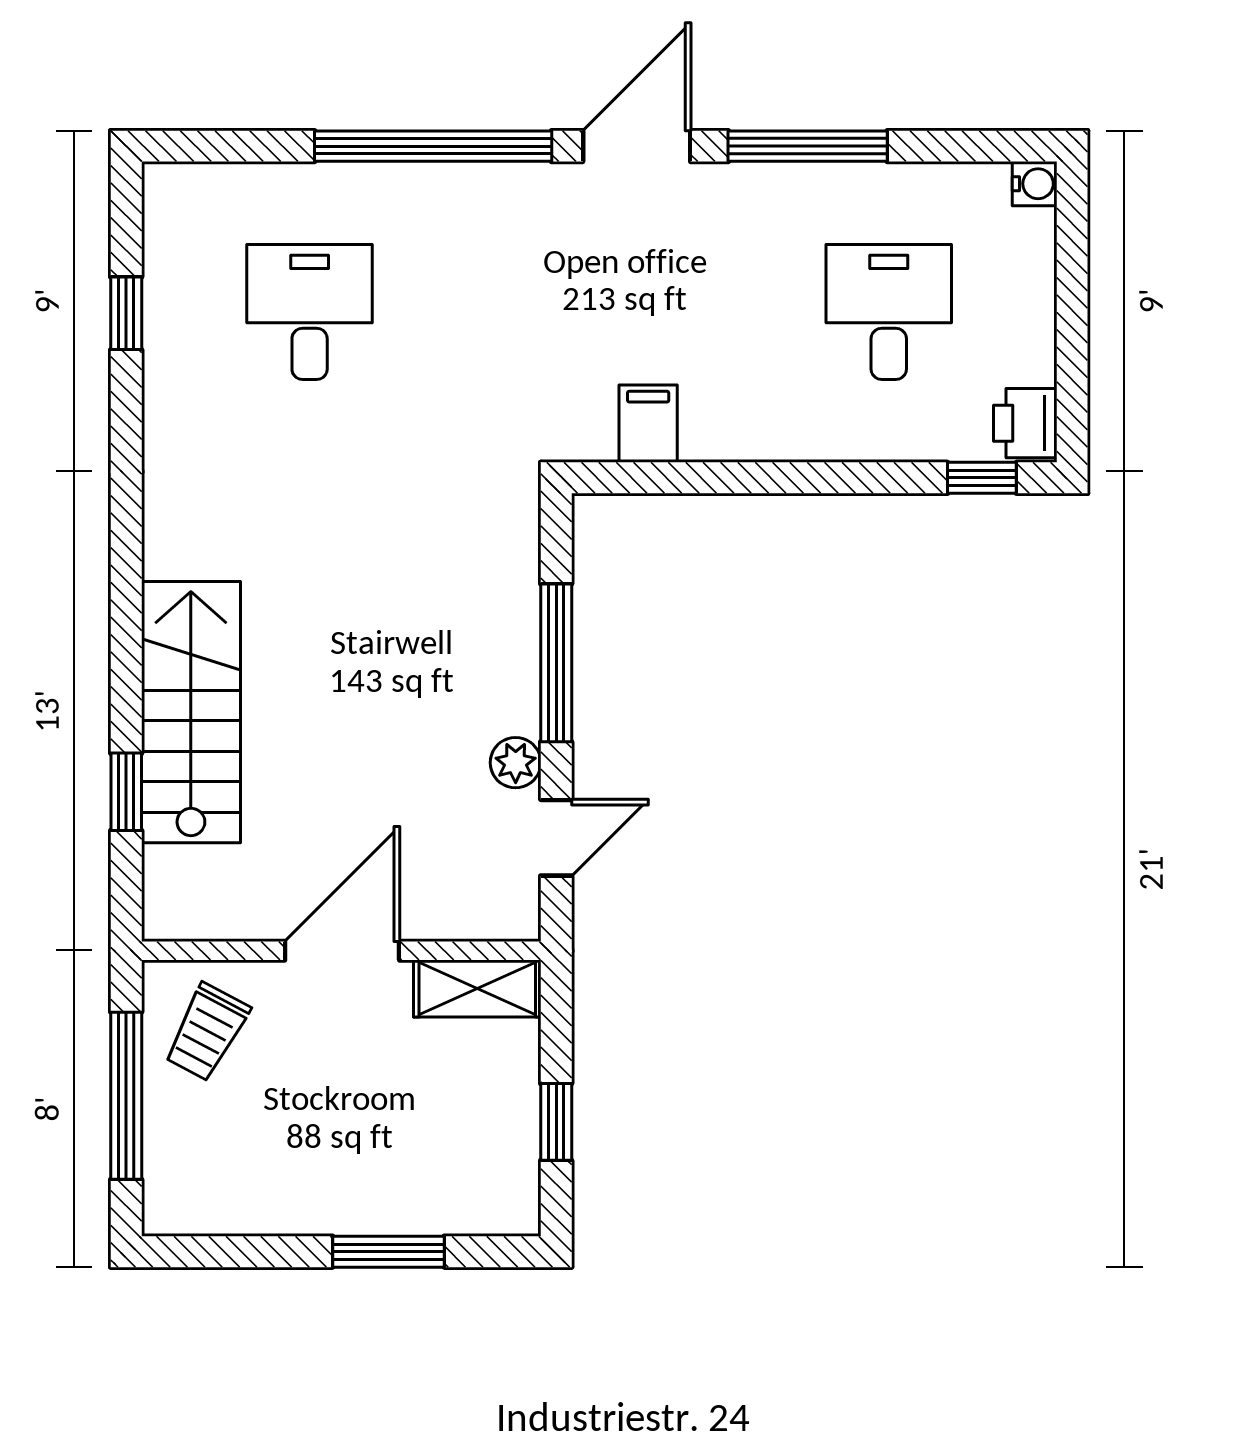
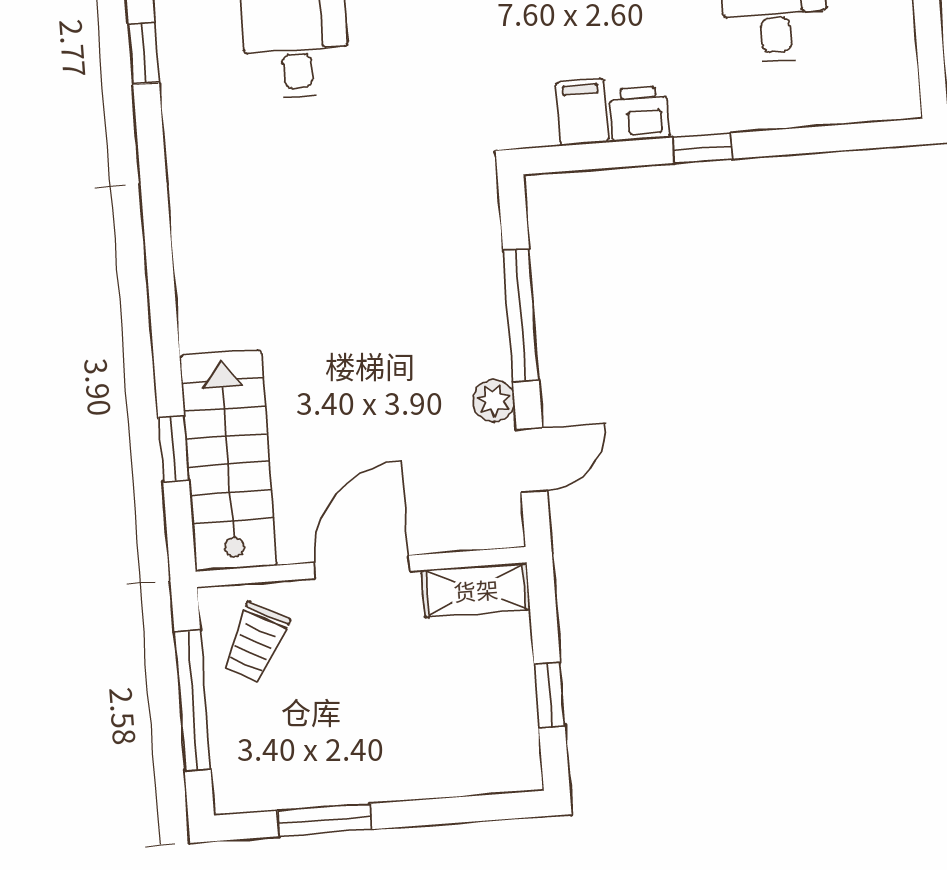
printer: (1025, 423) -> (639, 114), moved, turned 90
window: (982, 478) -> (702, 148), moved
stairs: (191, 712) -> (228, 461), moved
window: (388, 1252) -> (325, 820), moved

